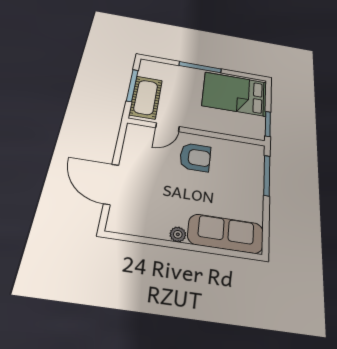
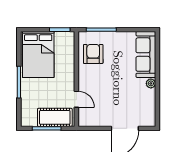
armchair: (195, 157) -> (93, 54), moved

